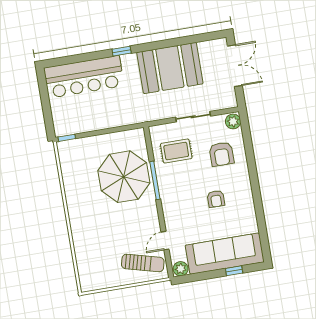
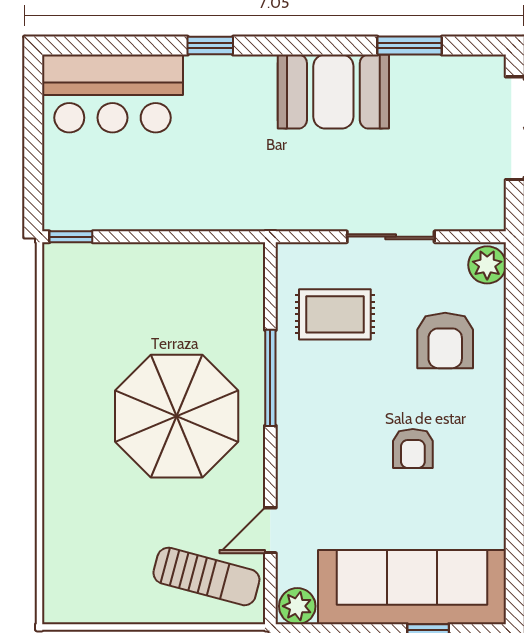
window: (188, 40) -> (410, 46), added
window: (122, 51) -> (210, 46), moved
booth: (170, 68) -> (333, 92), width x0.73, depth x0.70
bar counter: (84, 77) -> (112, 93), width x0.73
parasol: (124, 177) -> (177, 416), moved

